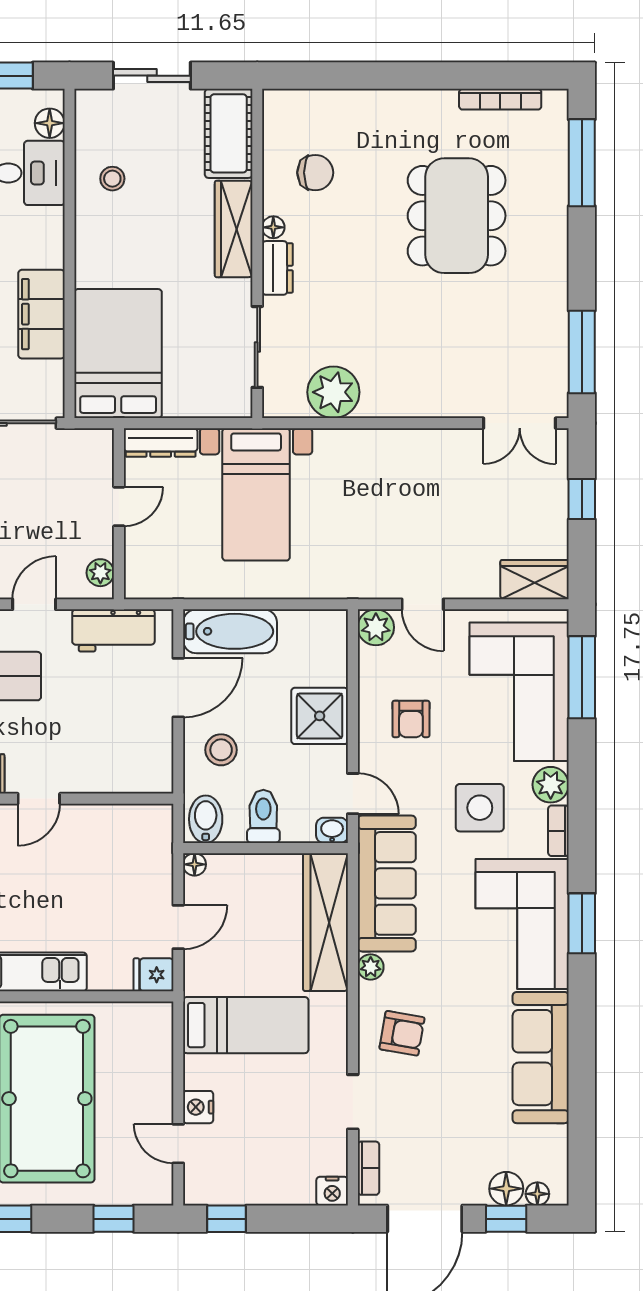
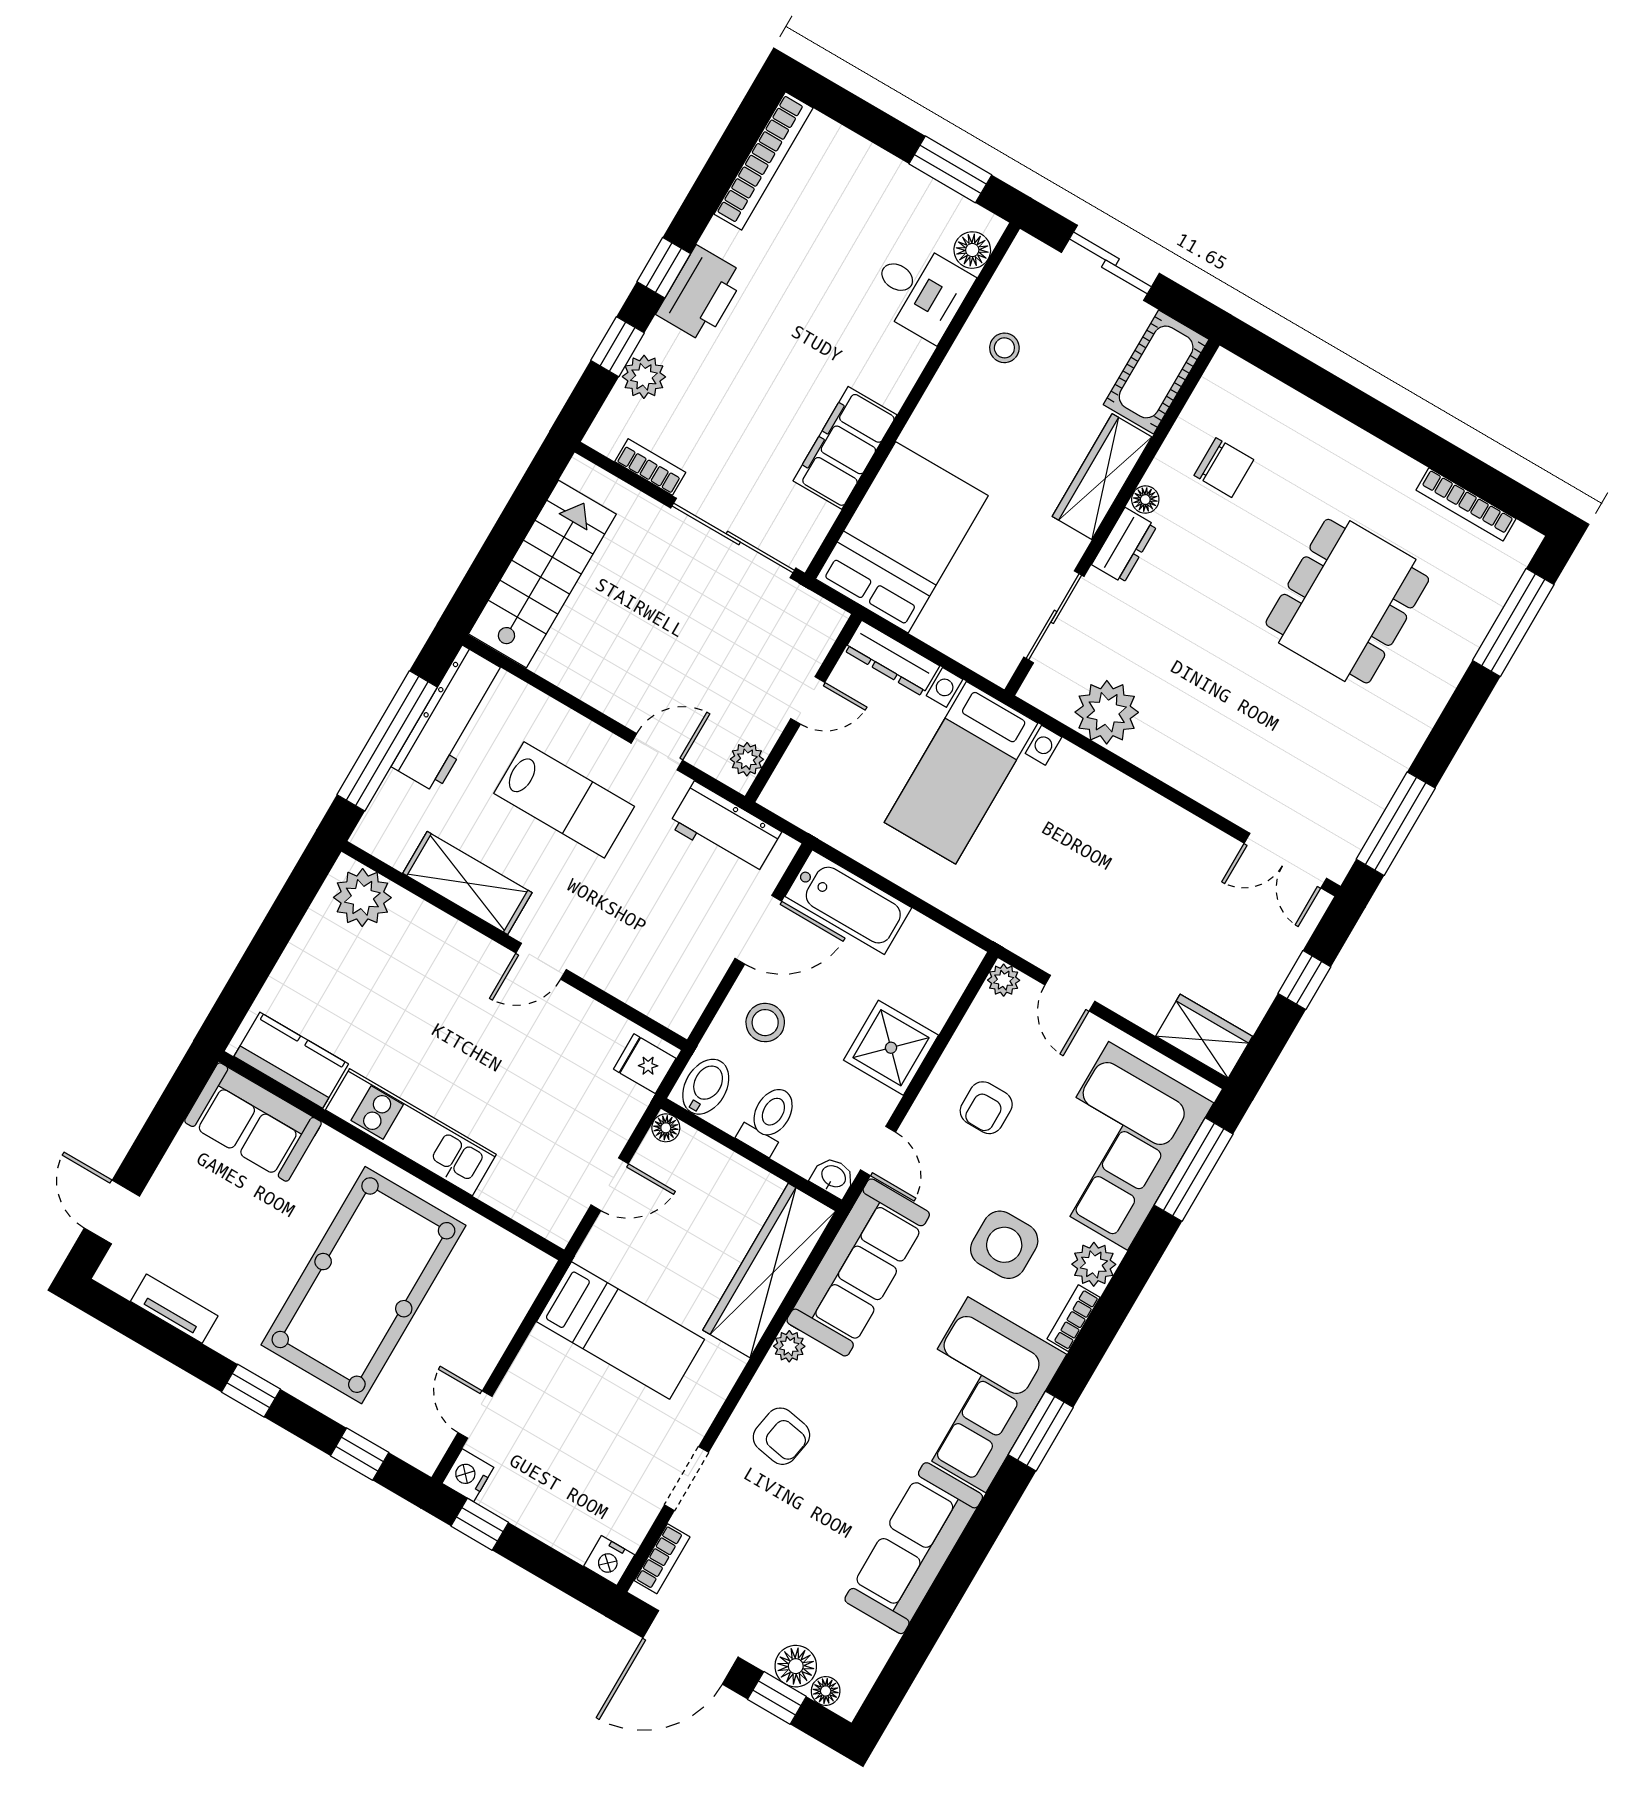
plant: (376, 627) -> (1004, 980), width x0.73, depth x0.73
fridge: (153, 975) -> (645, 1064), moved
nightstand: (198, 1107) -> (468, 1475), moved

